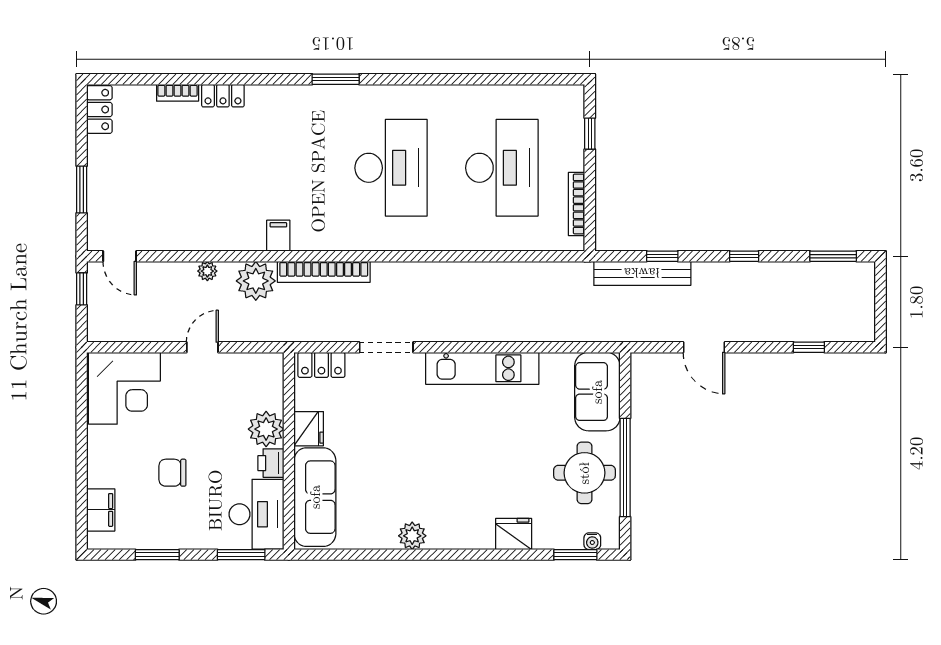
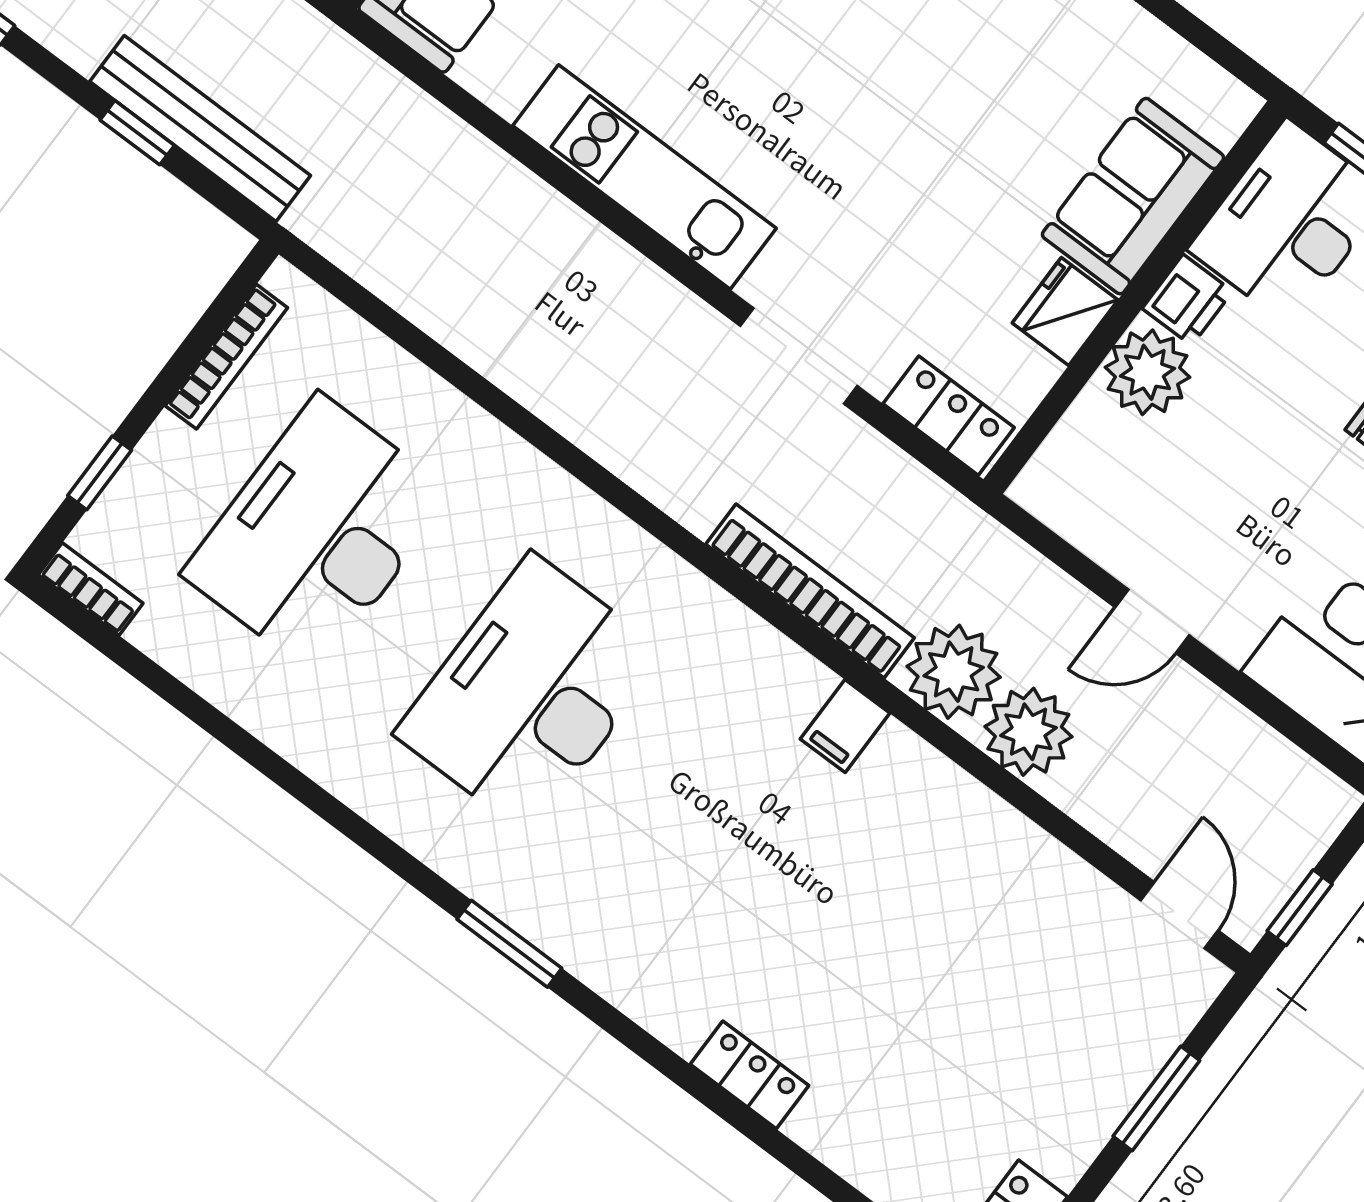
bookcase: (178, 93) -> (91, 589), moved
plant: (207, 271) -> (1028, 732), width x1.87, depth x1.87
sofa: (315, 497) -> (1133, 196), width x0.73

